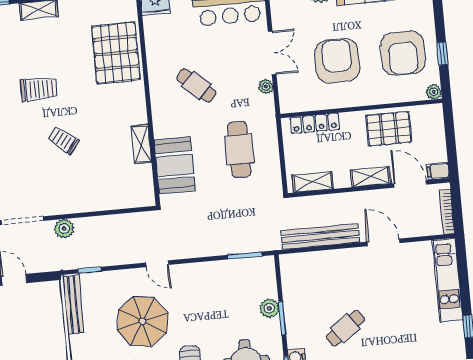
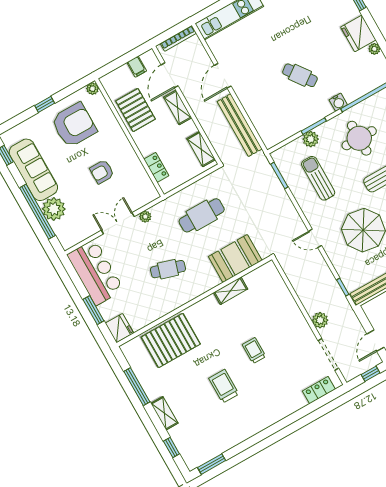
window: (442, 54) -> (45, 104), moved
armchair: (337, 61) -> (102, 172), width x0.53, depth x0.53
cafe table: (196, 86) -> (168, 269), turned 65
locker: (315, 123) -> (156, 167), width x0.66
trolley: (63, 140) -> (254, 351), turned 142
filing cabinet: (438, 171) -> (137, 67), moved
door: (157, 264) -> (315, 238), swing flipped
sun lounger: (222, 297) -> (318, 178), added

